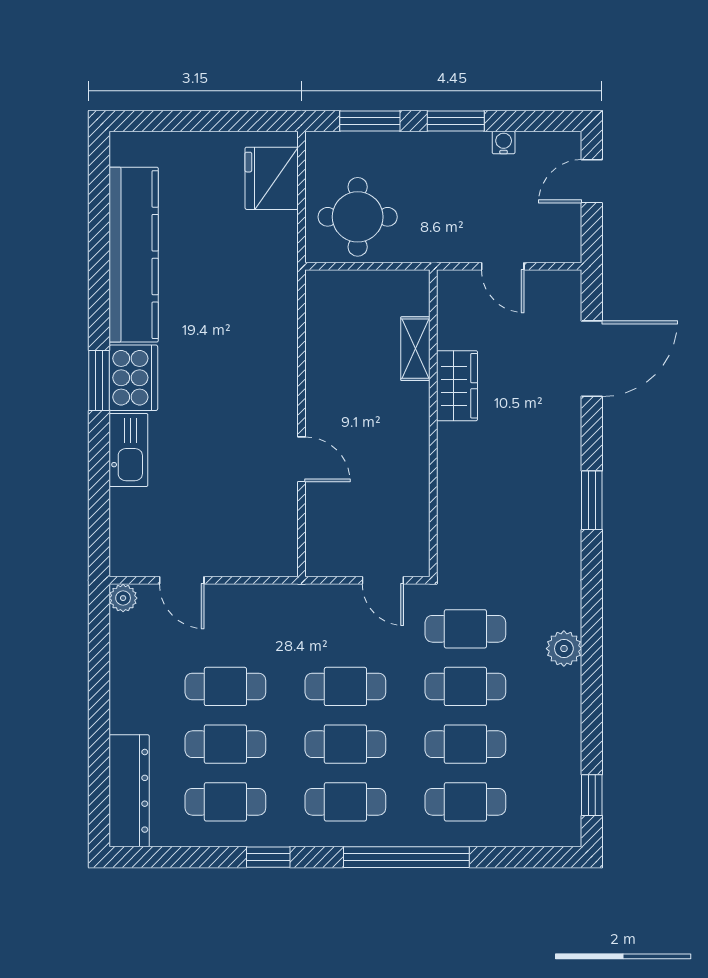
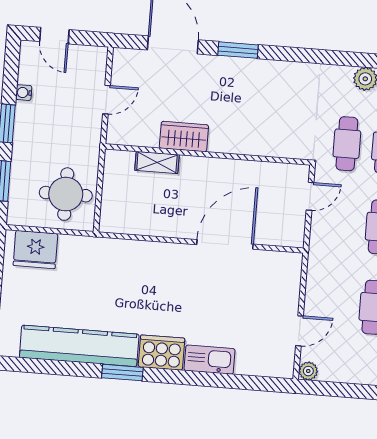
window: (99, 380) -> (122, 373), moved
door: (302, 459) -> (225, 244), width x1.87
window: (592, 500) -> (238, 50), moved

